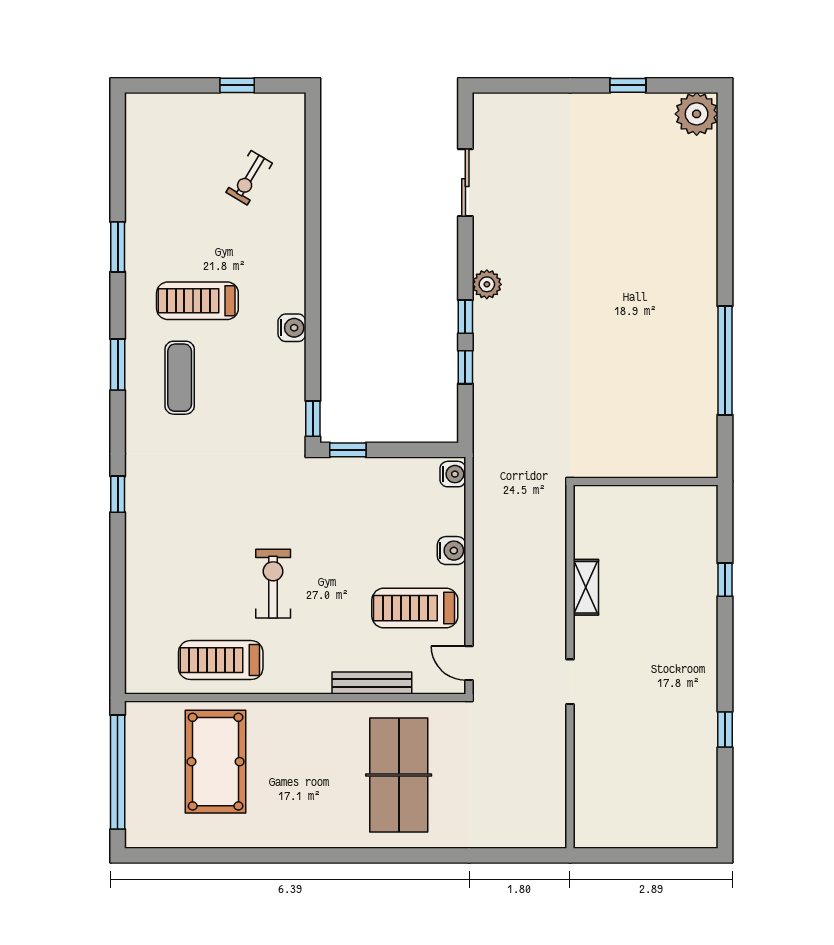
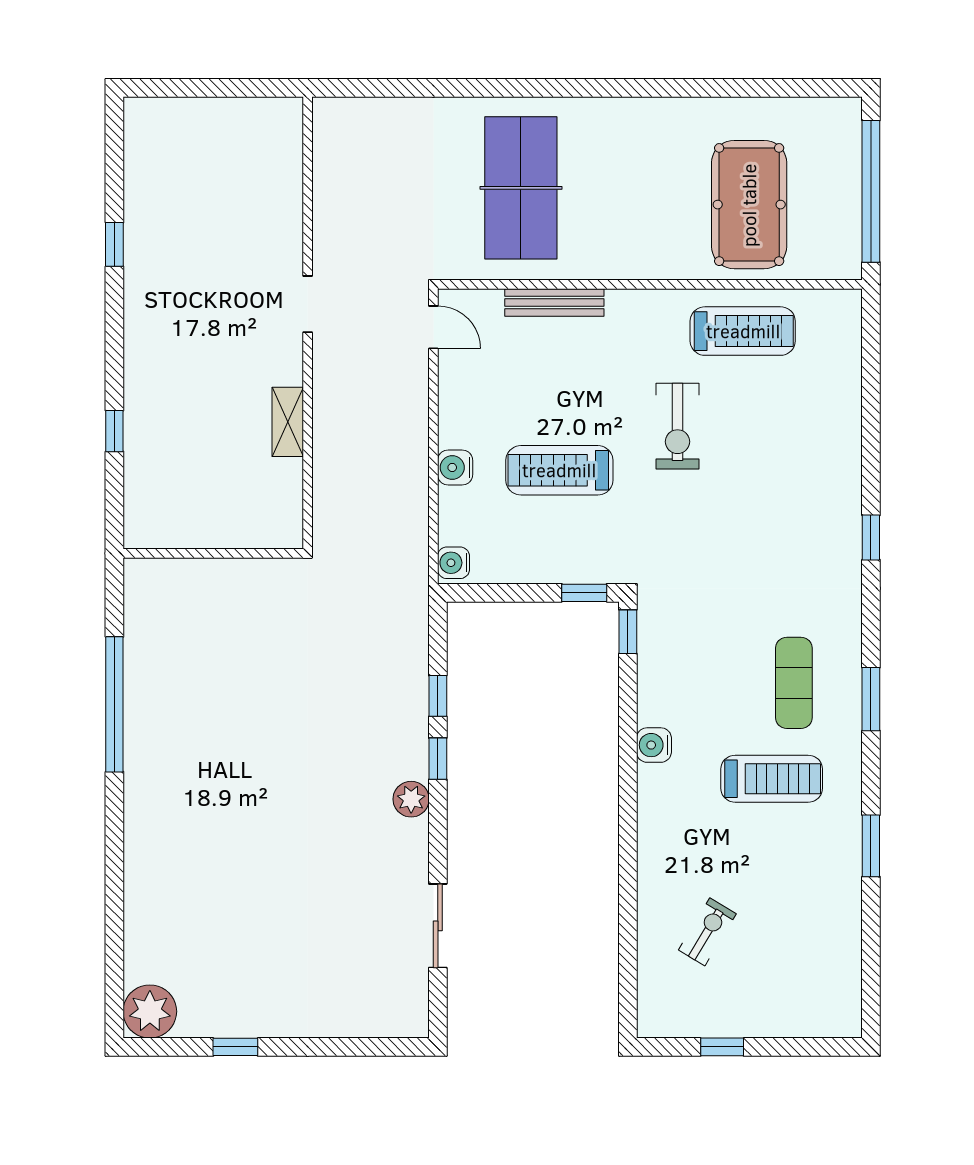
treadmill: (415, 608) -> (559, 470), moved, turned 180

